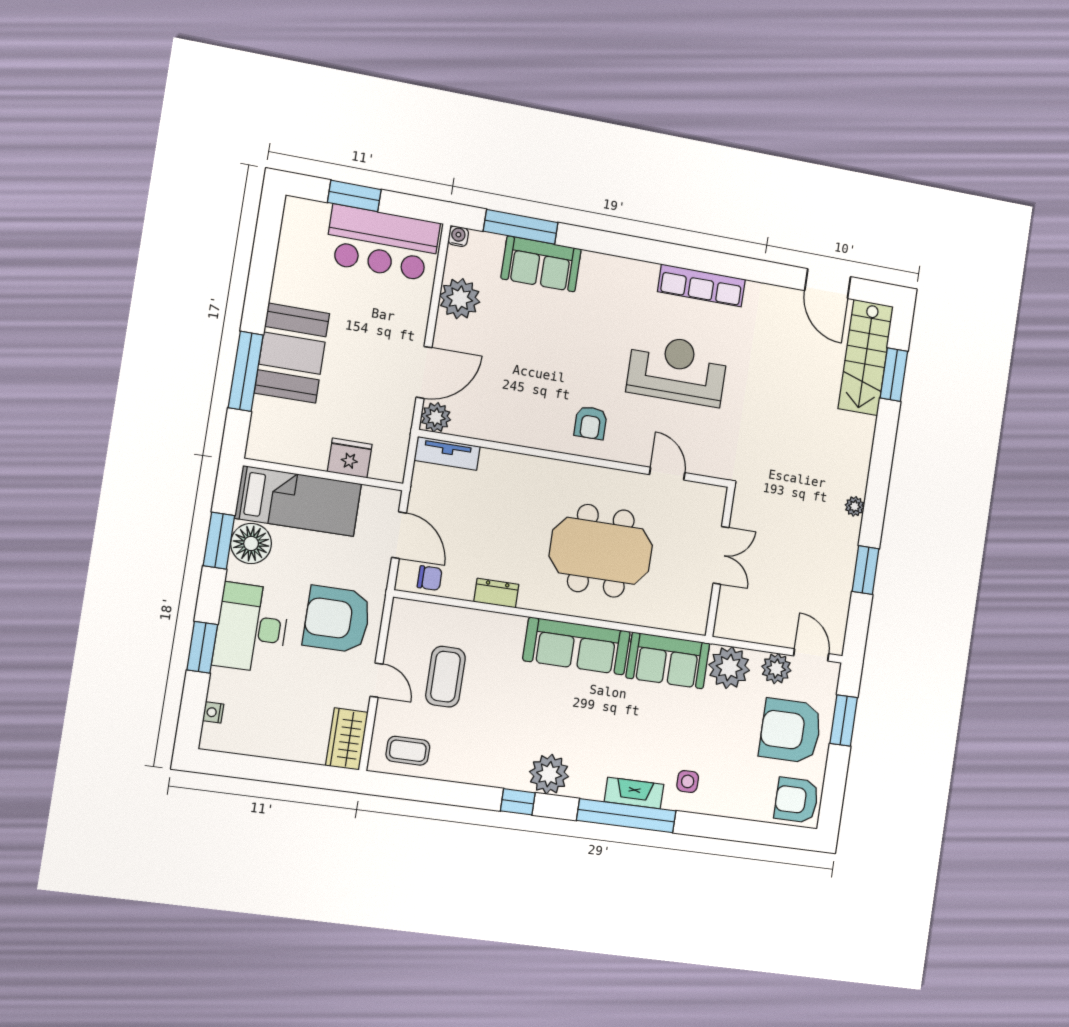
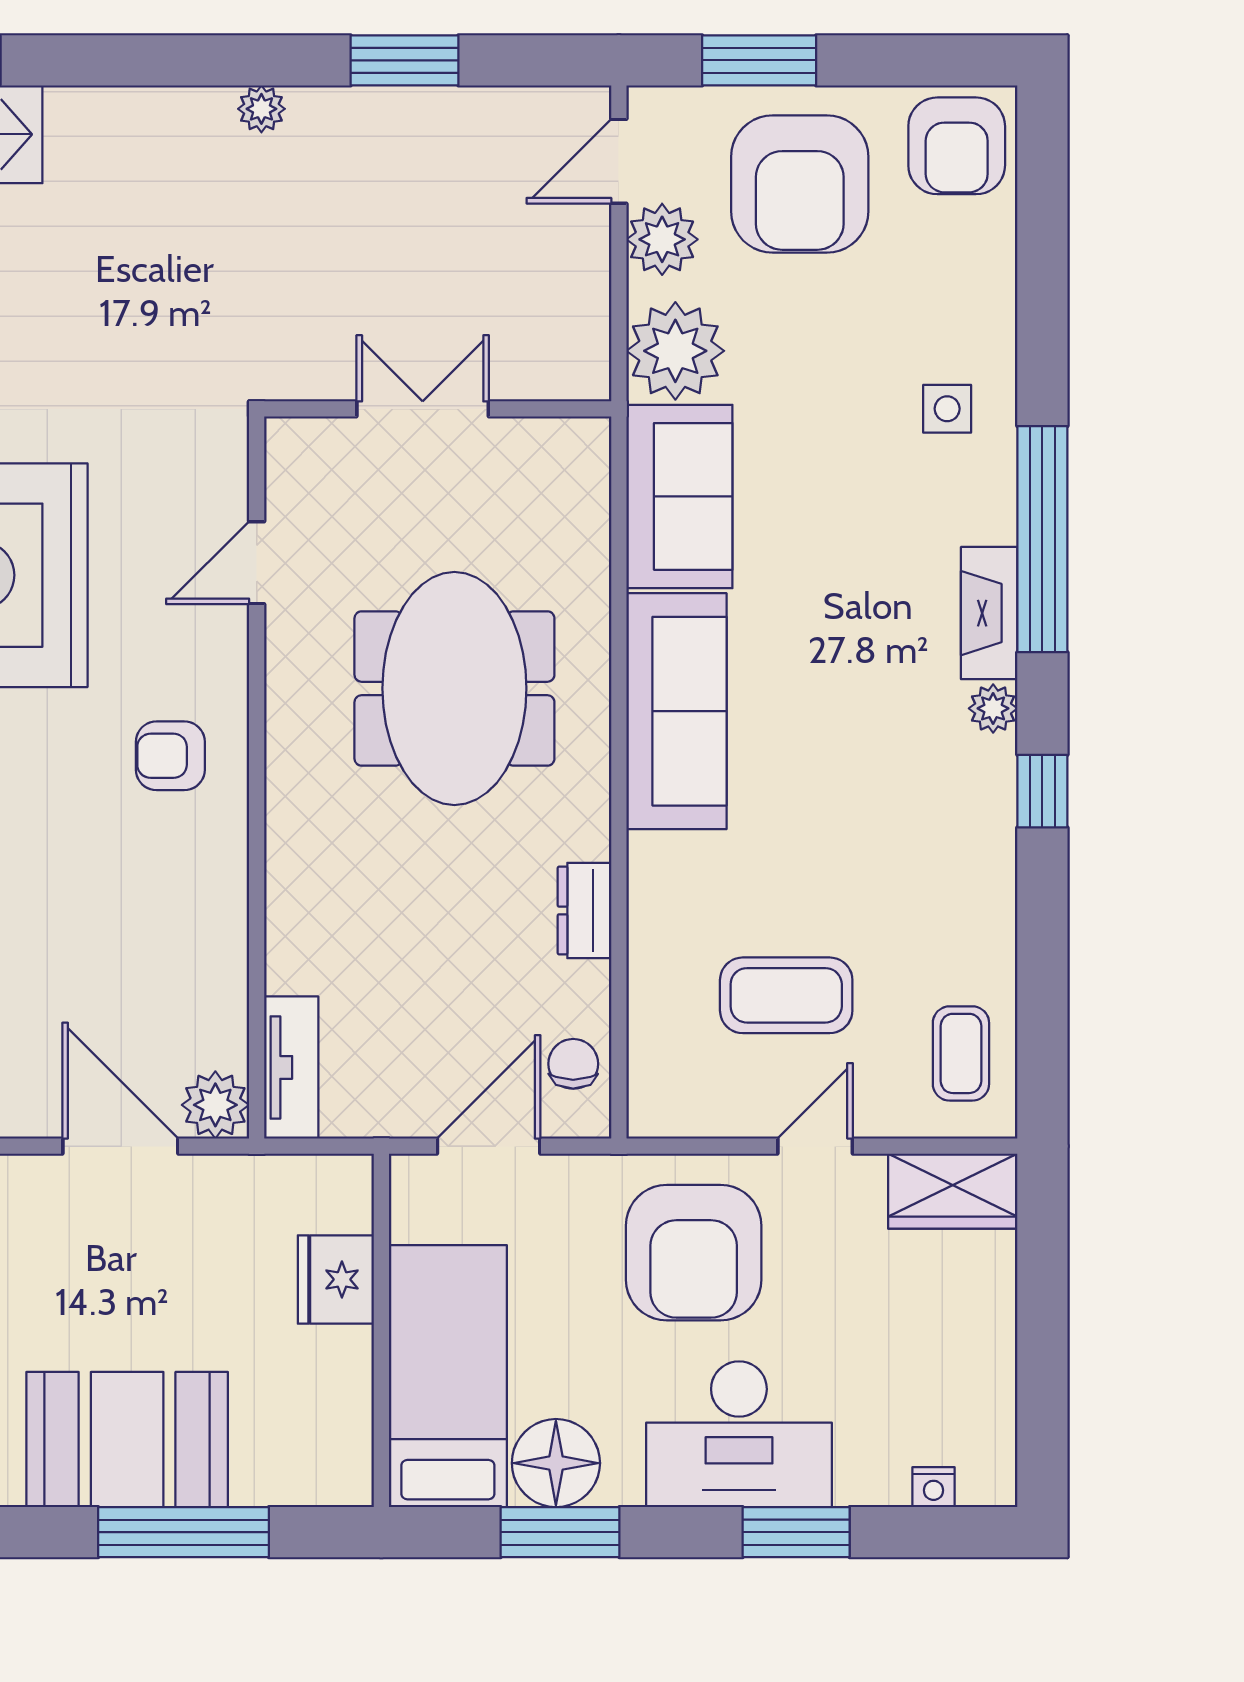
armchair: (591, 423) -> (170, 756), turned 180
plant: (549, 774) -> (993, 708), width x0.53, depth x0.53
fireplace: (634, 793) -> (989, 613), moved

